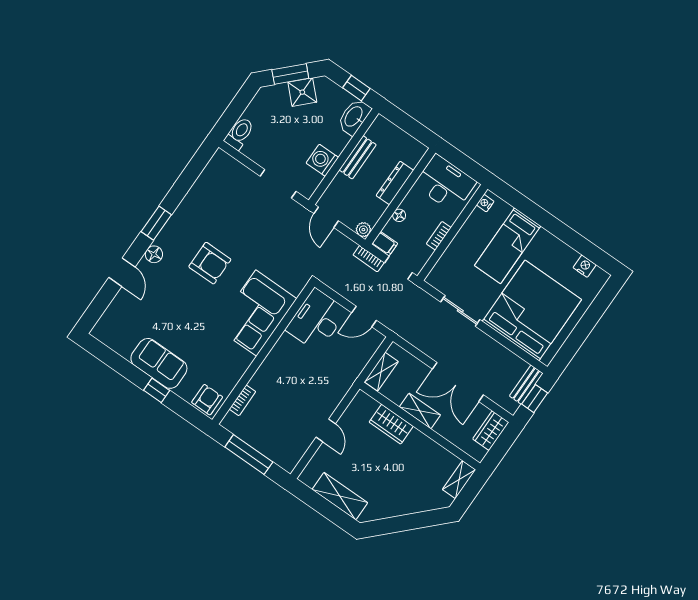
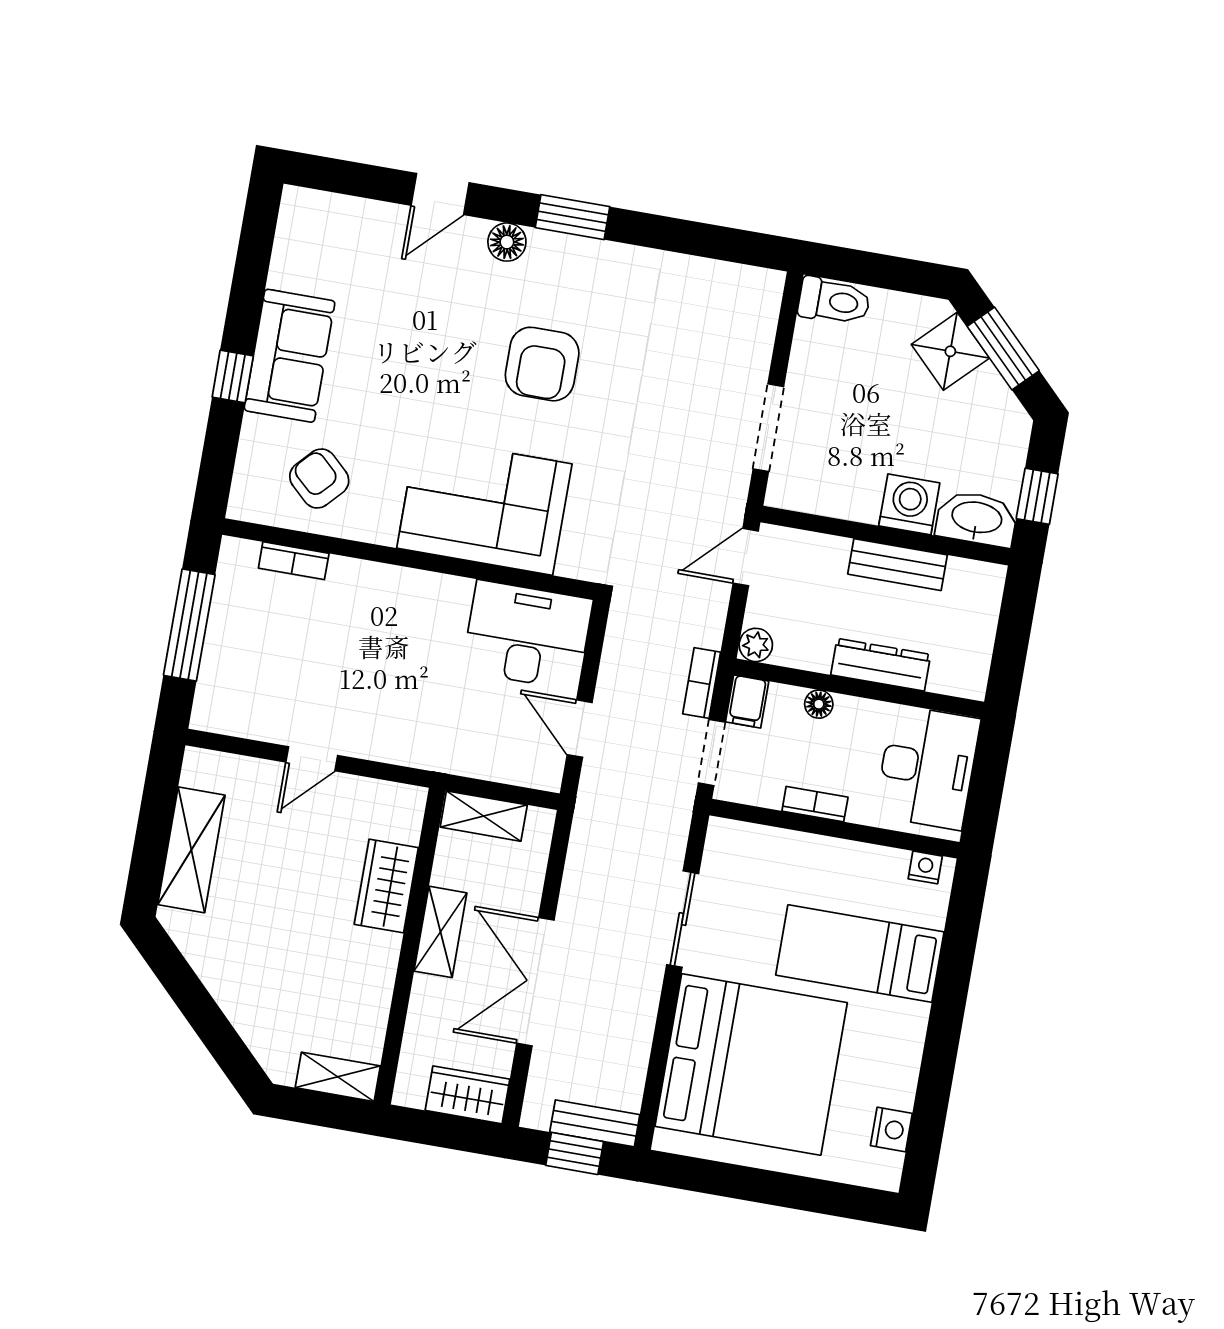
shower: (302, 92) -> (950, 351), moved
washing machine: (322, 160) -> (909, 504), moved
armchair: (207, 400) -> (319, 478), moved, turned -137

